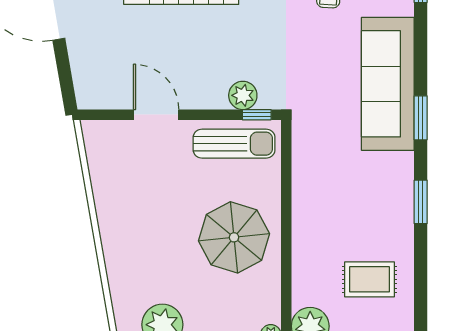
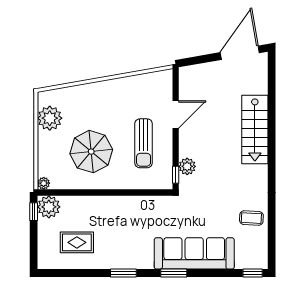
sun lounger: (234, 144) -> (144, 143), moved
parasol: (234, 237) -> (91, 152), moved
rug: (369, 279) -> (77, 242), turned 90

